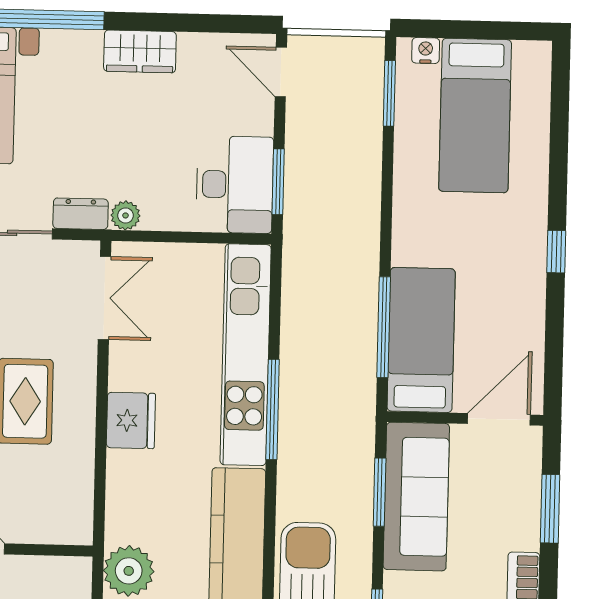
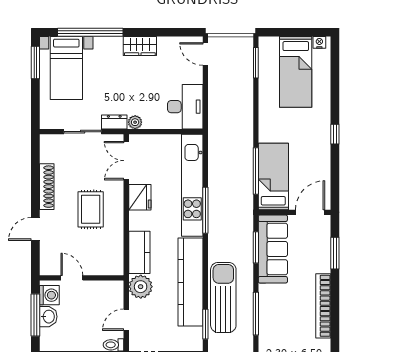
nightstand: (426, 51) -> (319, 42), moved
window: (278, 182) -> (205, 105), removed
double door: (104, 298) -> (126, 161), swing flipped
fridge: (131, 420) -> (140, 197), moved
kitchen counter: (128, 497) -> (139, 252), added

